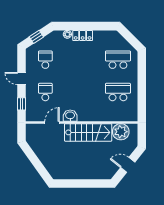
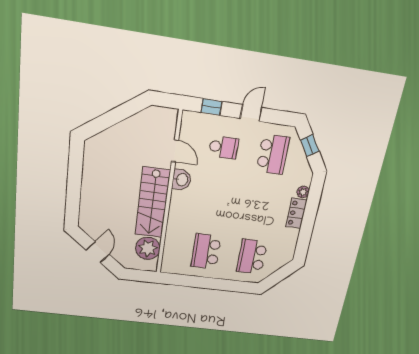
school desk: (45, 60) -> (273, 154), width x1.85
school desk: (118, 60) -> (252, 257), turned 180
school desk: (118, 92) -> (206, 251), turned 180

